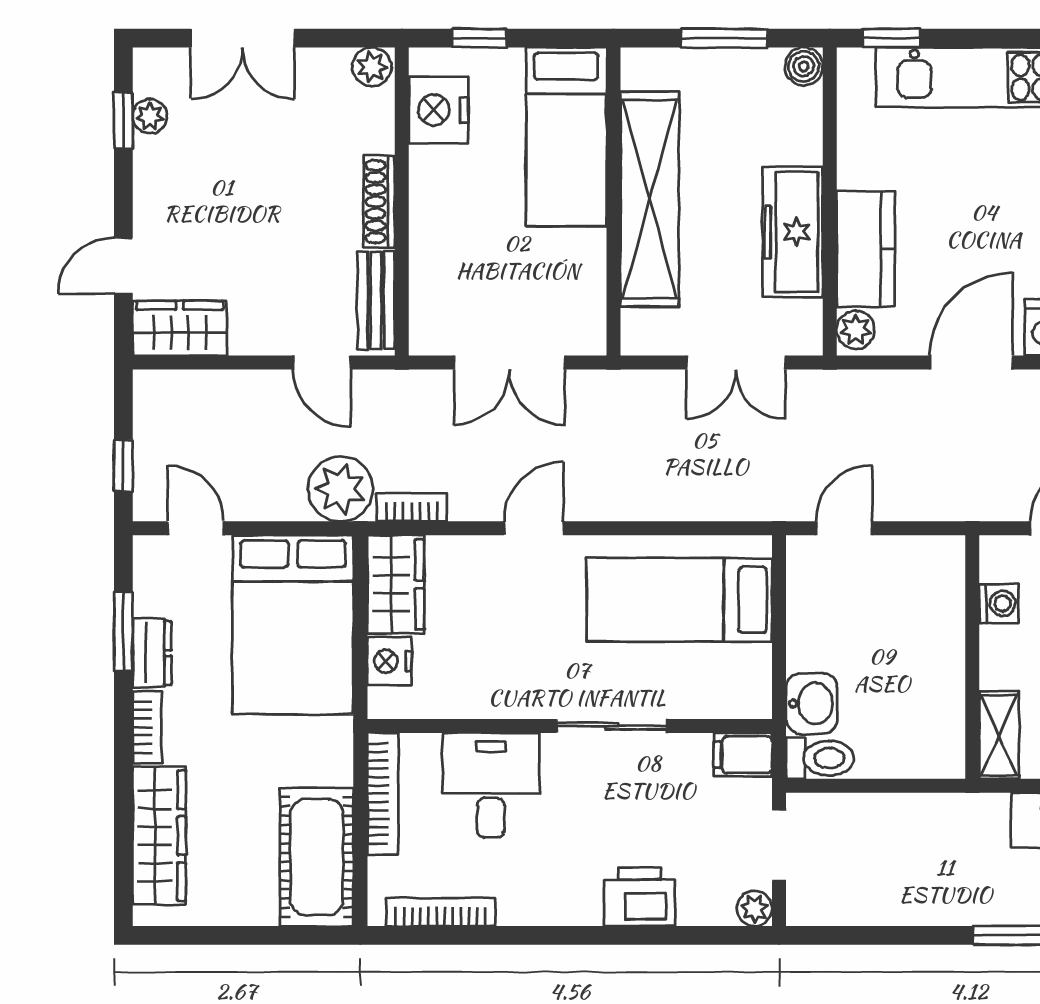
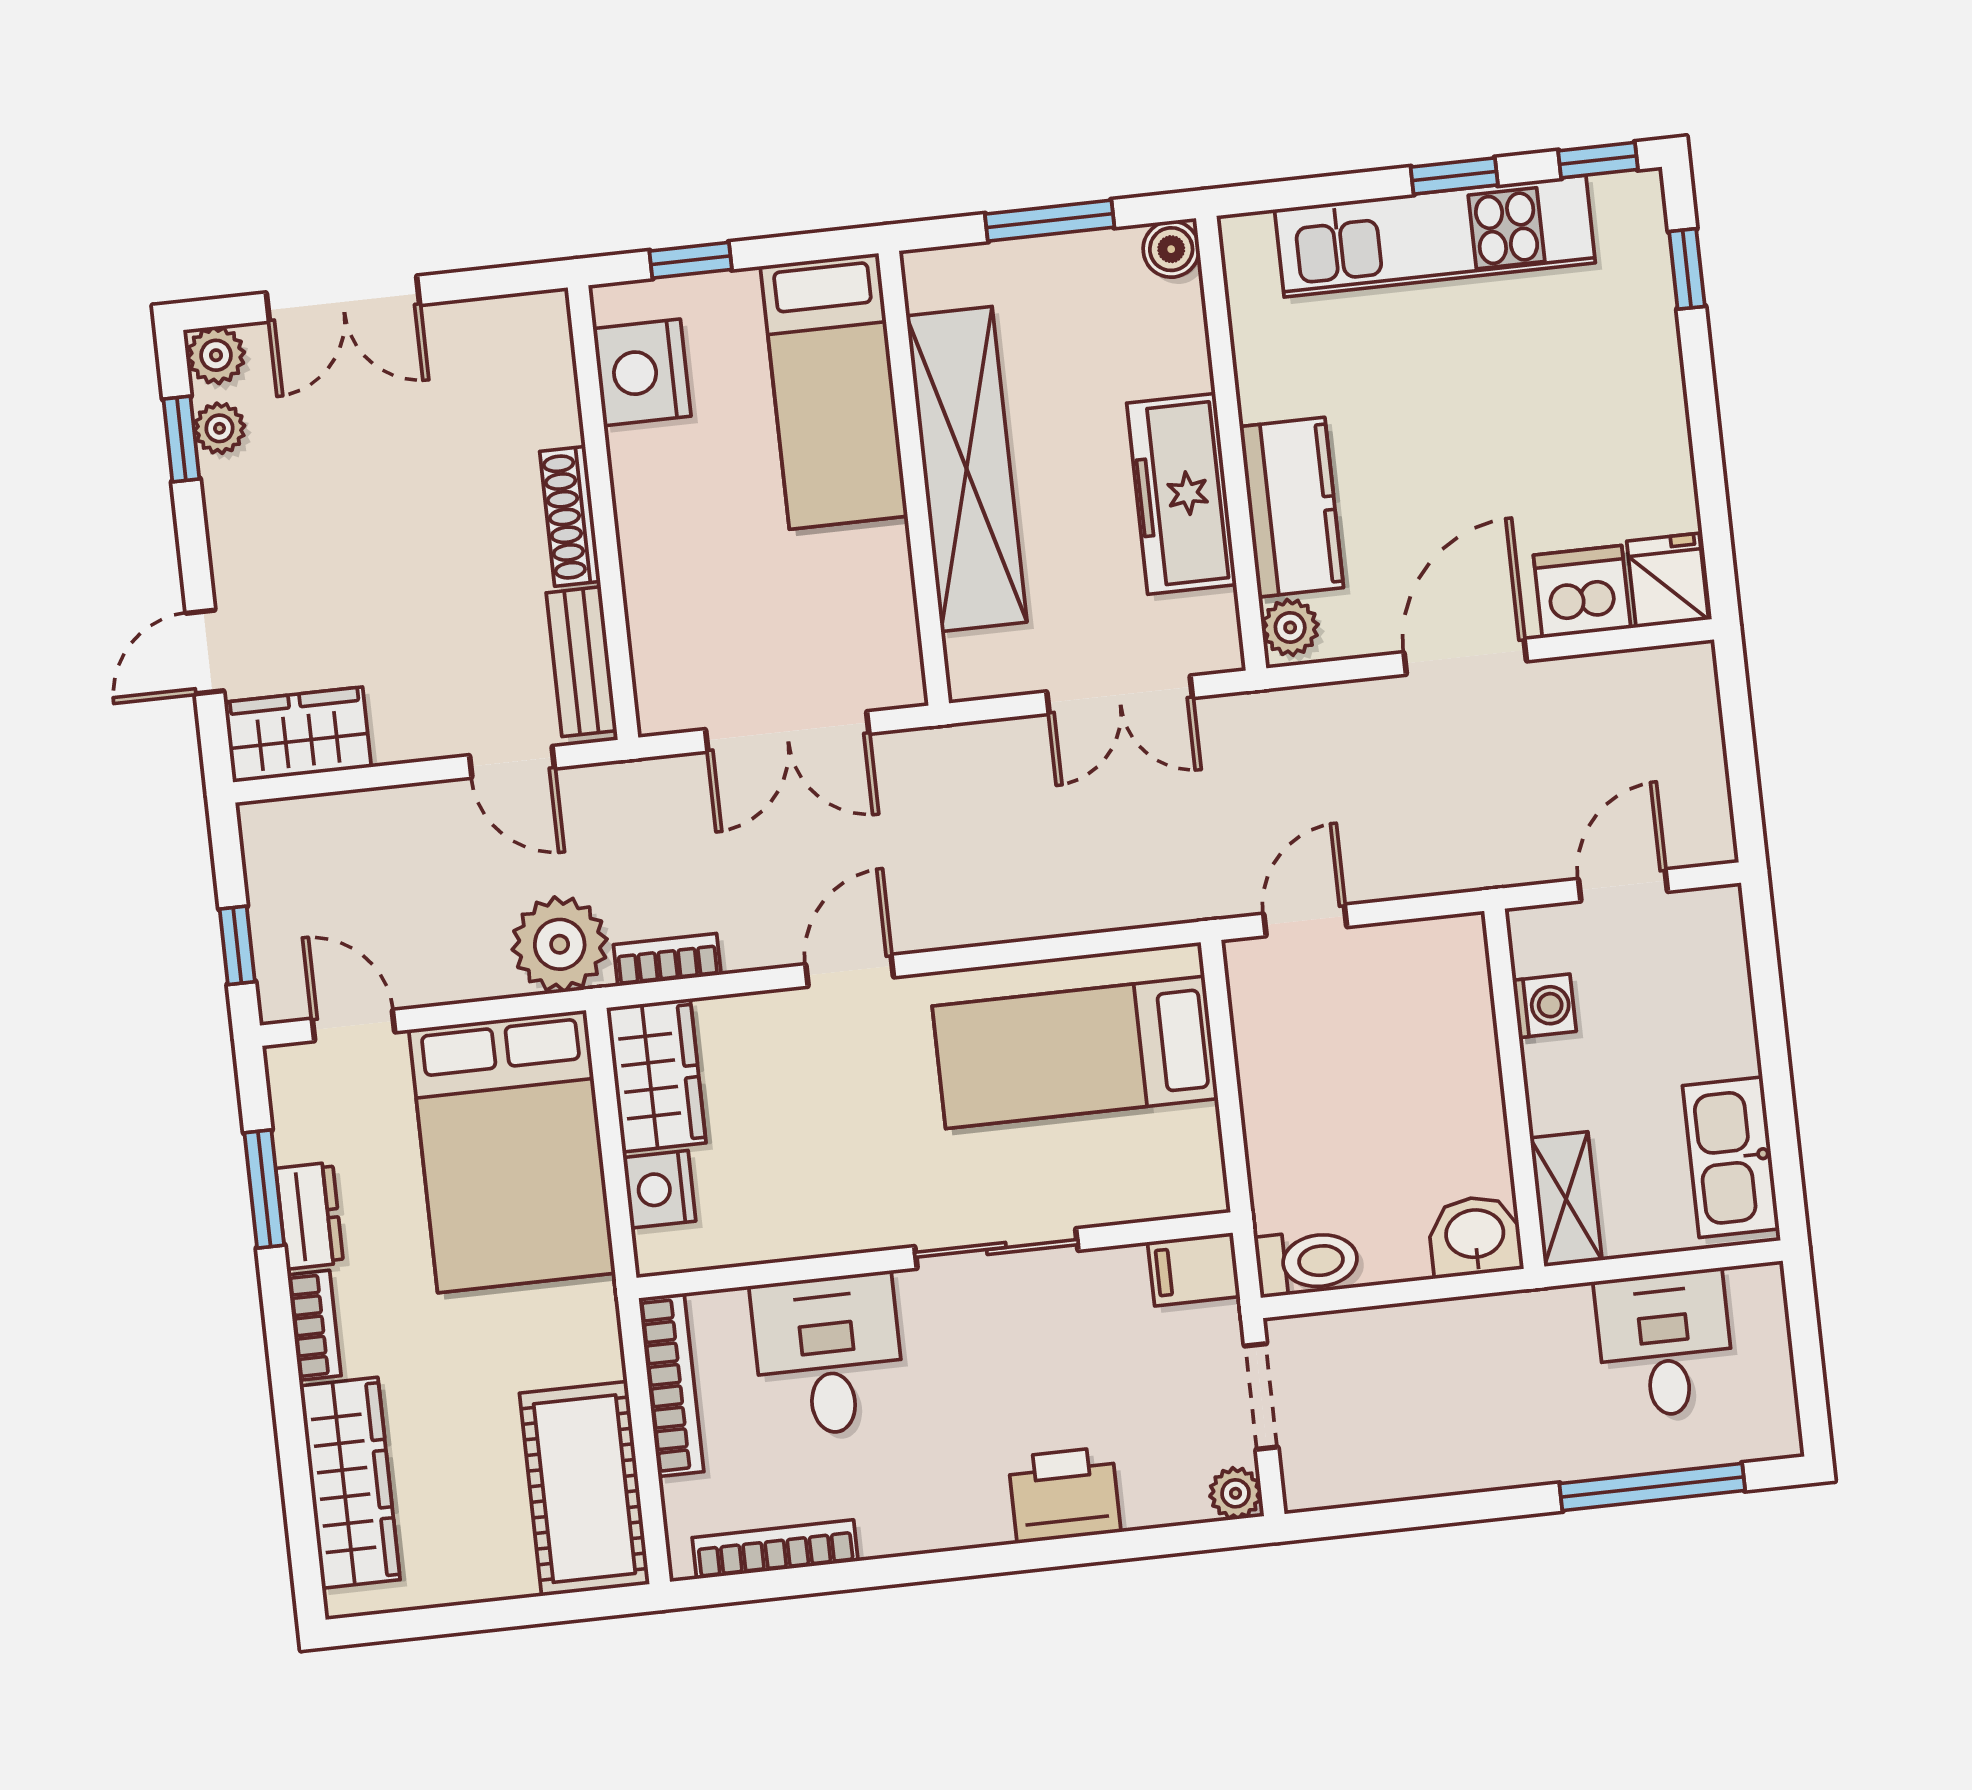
window: (891, 38) -> (1454, 176), moved
plant: (372, 67) -> (216, 355), moved
washbasin: (812, 703) -> (1475, 1236), moved, turned -90

